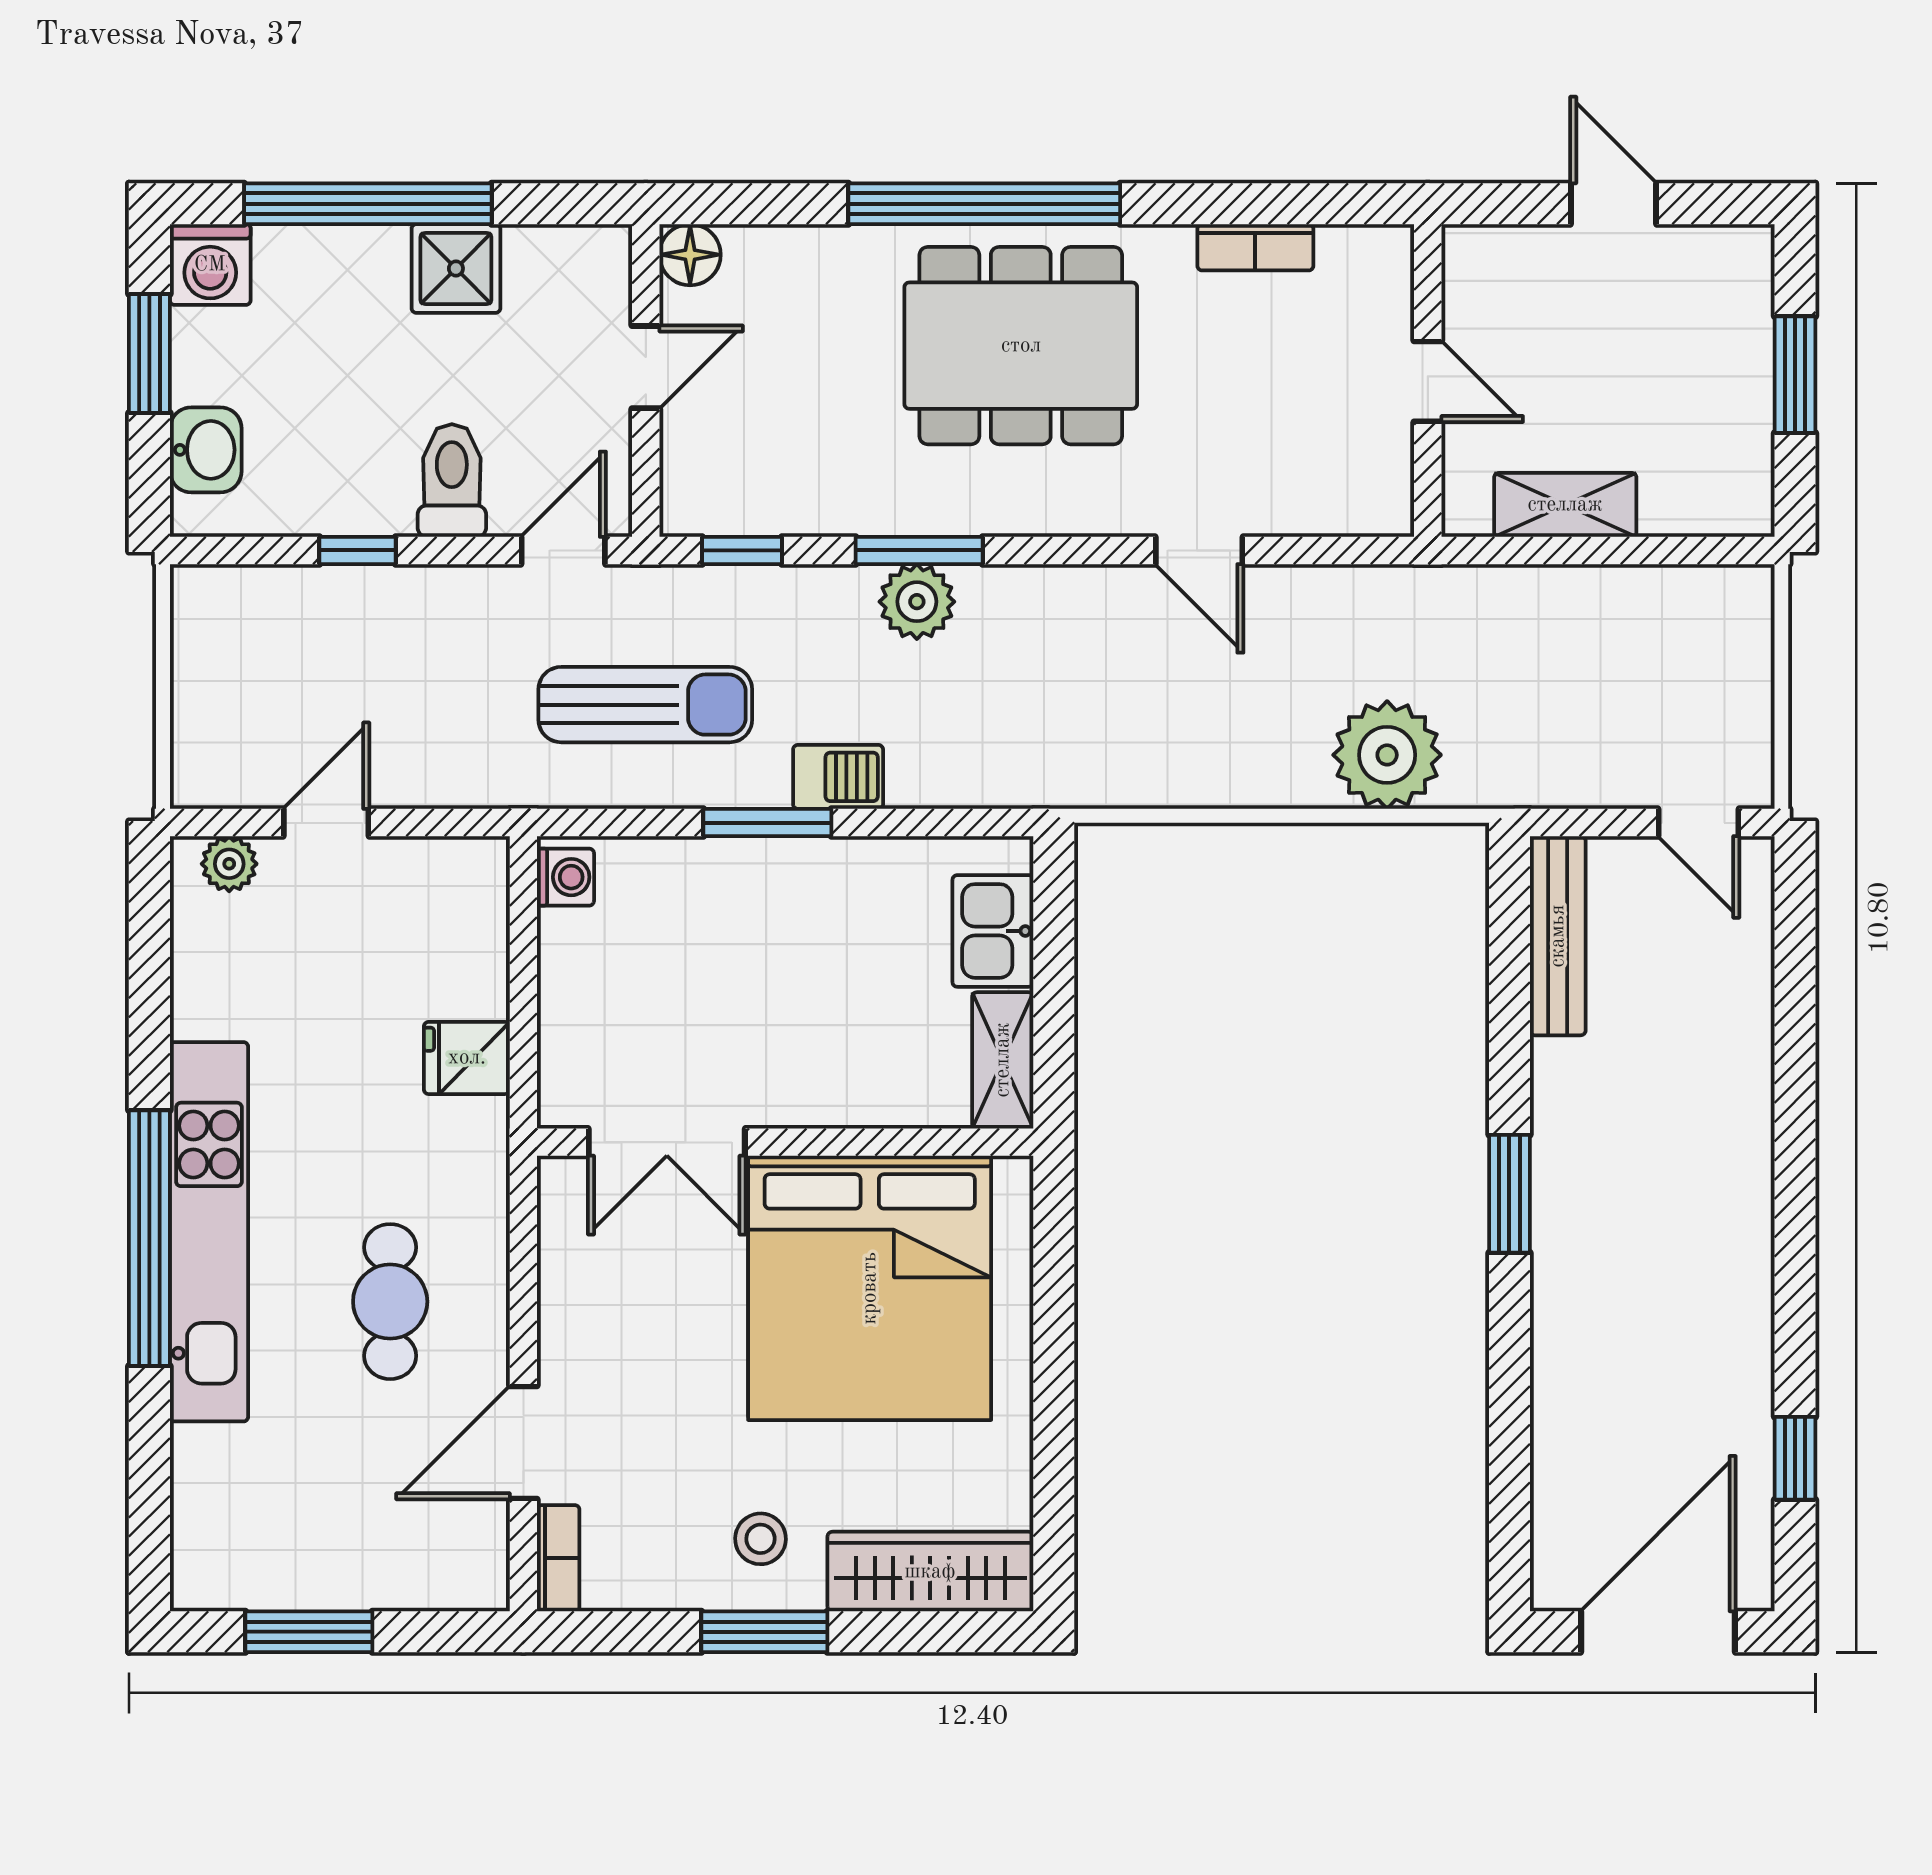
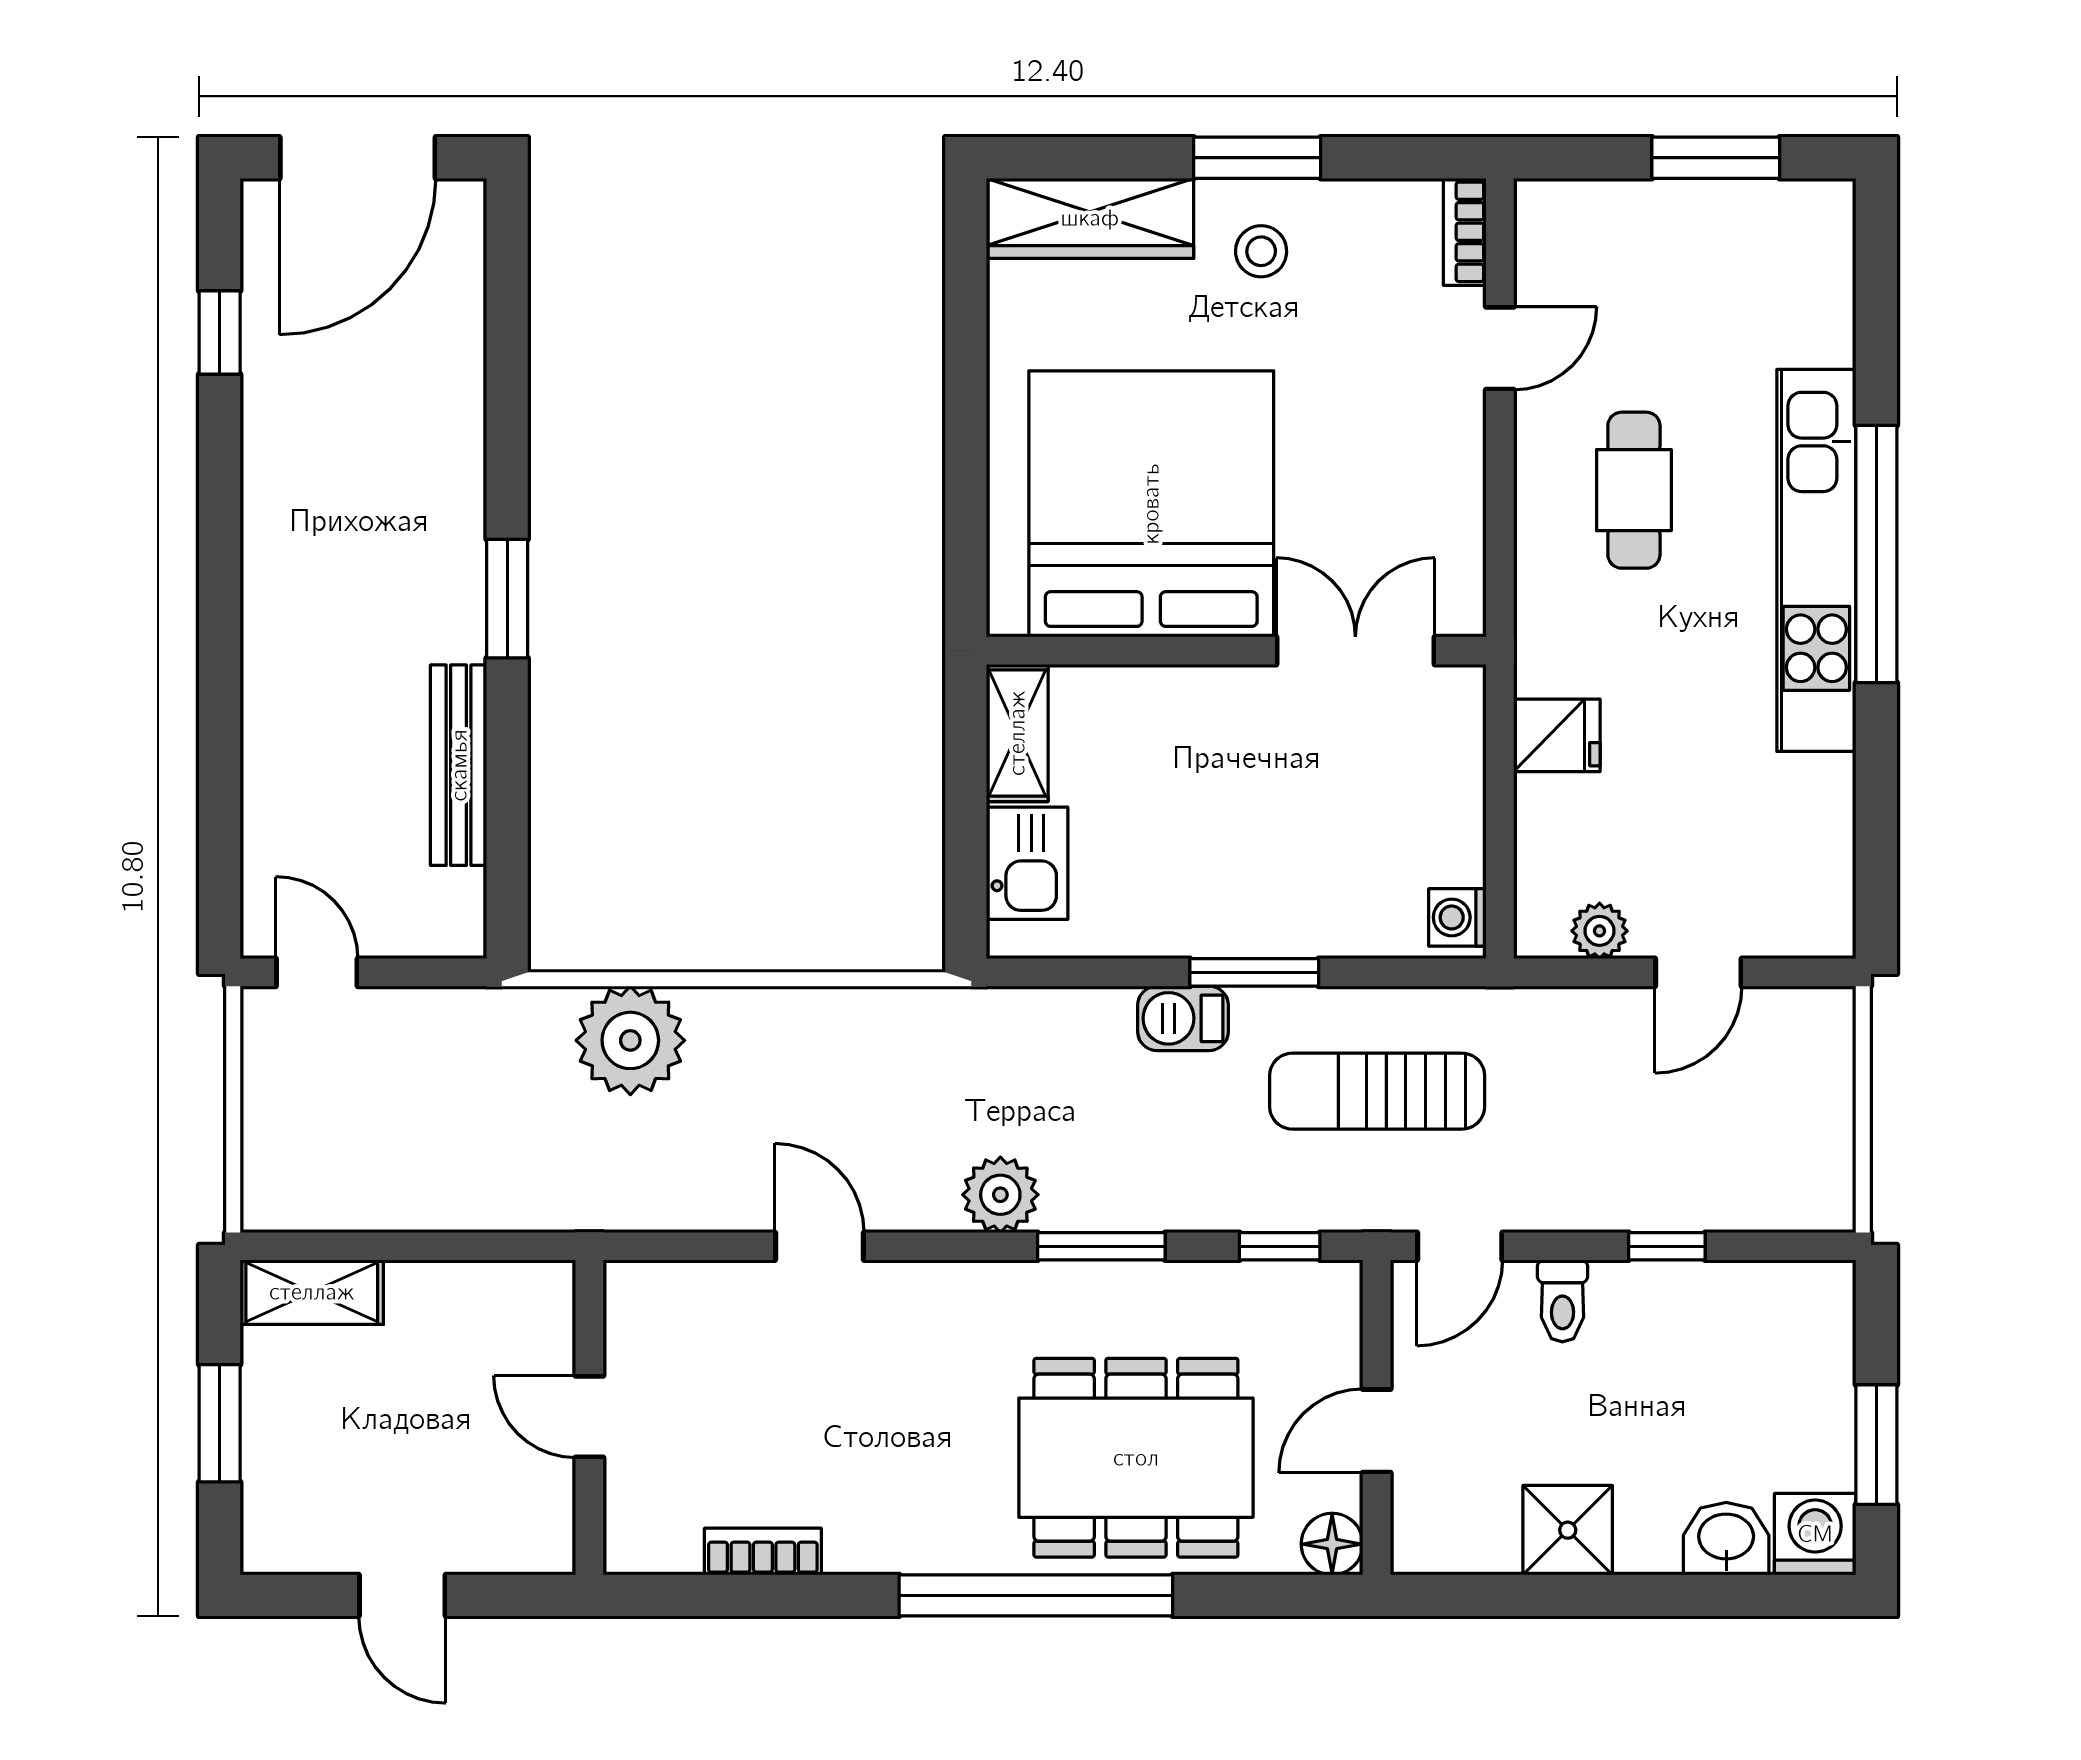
window: (368, 204) -> (1656, 1595), removed
dining table: (1021, 346) -> (1136, 1458), moved
washbasin: (206, 450) -> (1726, 1539), moved, turned 90
toilet: (452, 480) -> (1562, 1301), width x0.73, depth x0.72
shelving: (1565, 505) -> (312, 1292), moved
plant: (917, 602) -> (1000, 1195), moved
plant: (229, 864) -> (1600, 931), moved
bench: (1558, 936) -> (459, 765), moved
door: (523, 1442) -> (1500, 348), width x0.73

